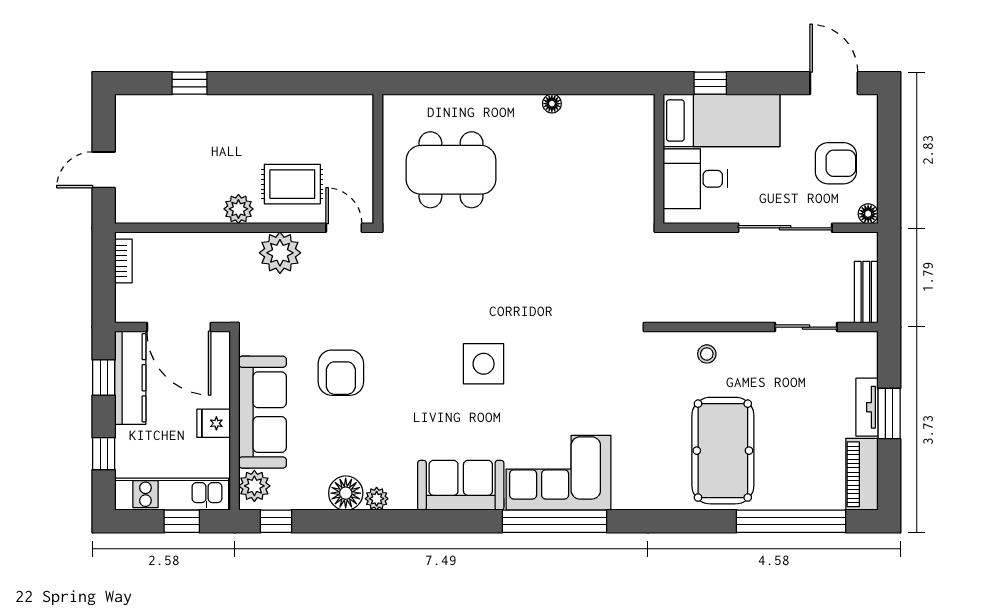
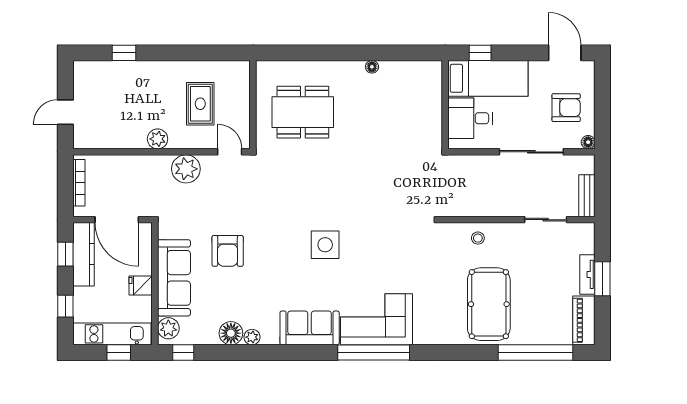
rug: (292, 184) -> (200, 104), moved, turned 90
bookcase: (123, 261) -> (79, 183), width x1.56

